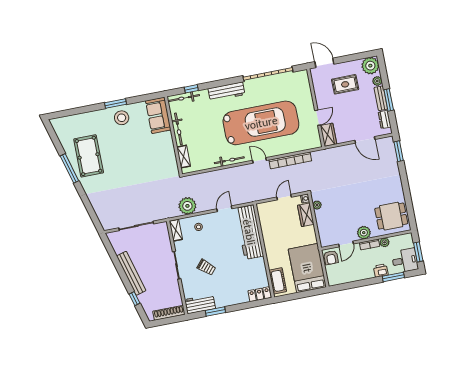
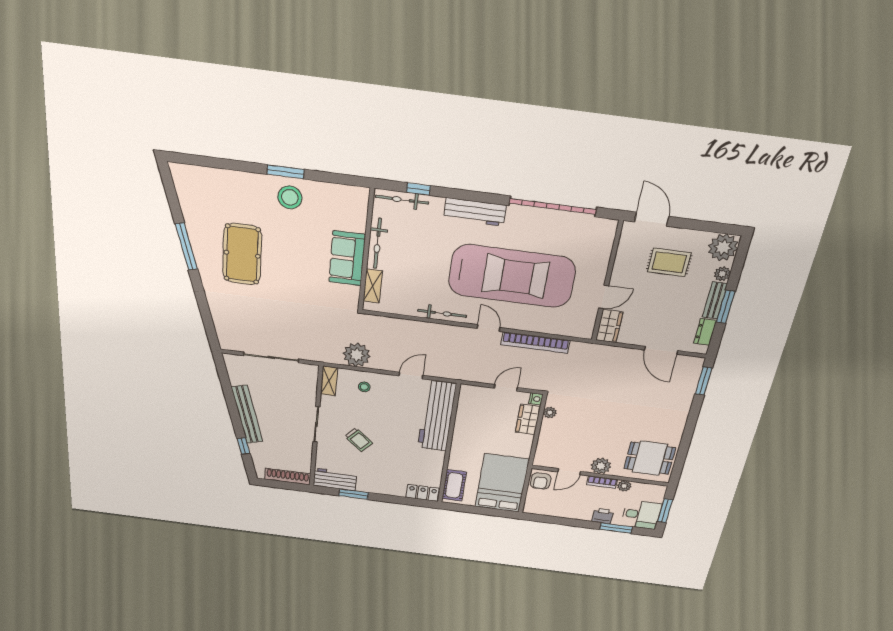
sofa: (158, 115) -> (347, 258), moved
pool table: (89, 156) -> (242, 254), moved

